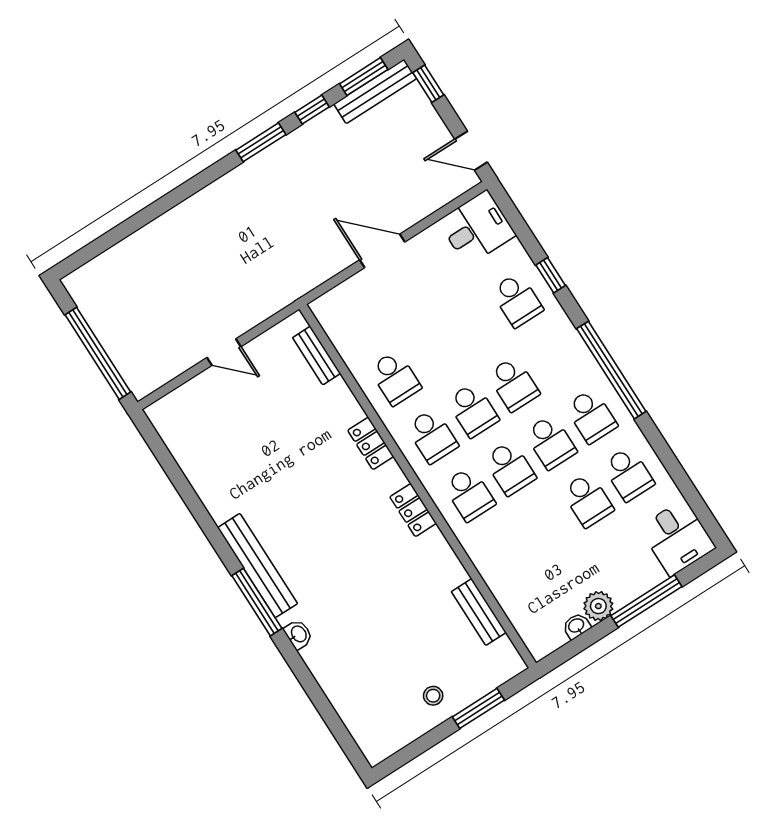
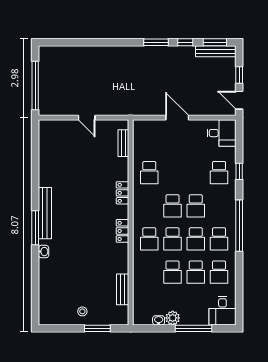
window: (428, 84) -> (239, 75), moved
school desk: (432, 436) -> (173, 272), moved

